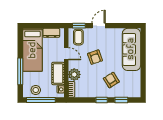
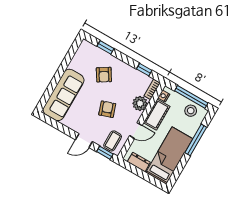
door: (66, 54) -> (136, 131), swing flipped
window: (102, 100) -> (144, 70), moved

